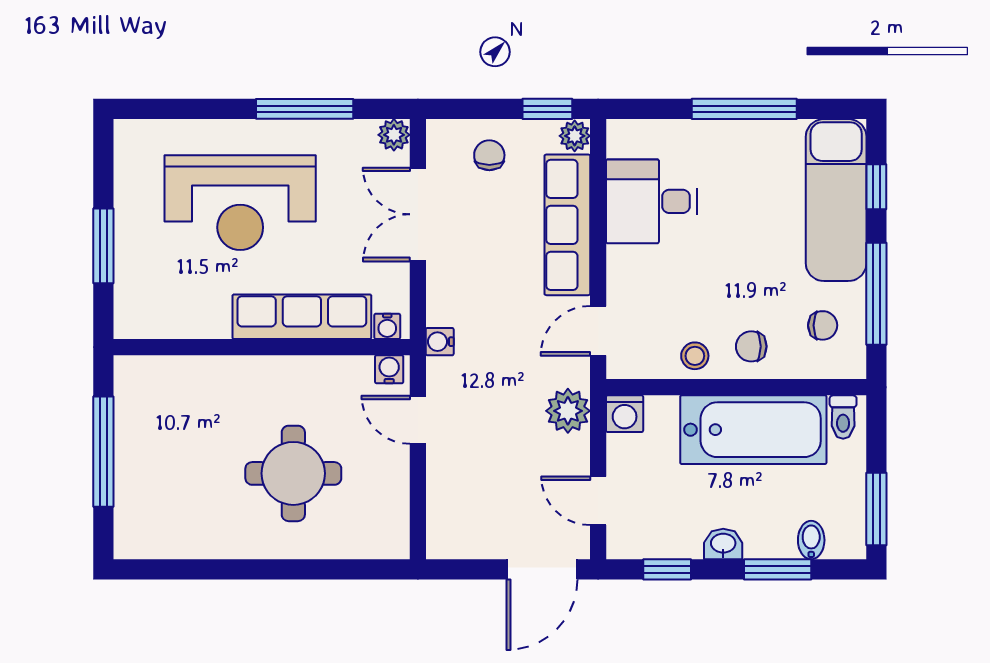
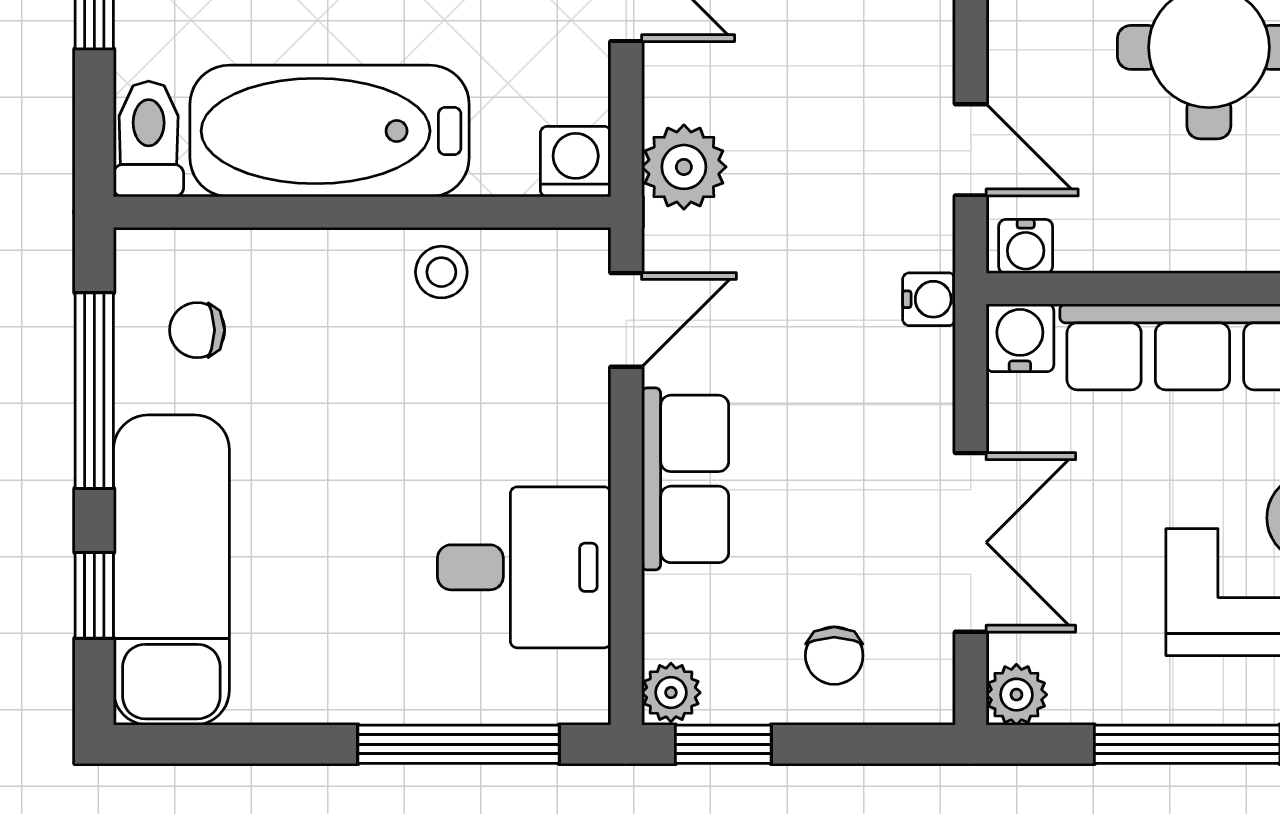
window: (744, 109) -> (459, 744), moved
row of seats: (567, 225) -> (685, 479), width x0.68
water cooler: (387, 326) -> (1020, 338), width x1.38, depth x1.38
chair: (751, 346) -> (334, 290), removed
toilet: (843, 417) -> (149, 139), width x1.37, depth x1.39

